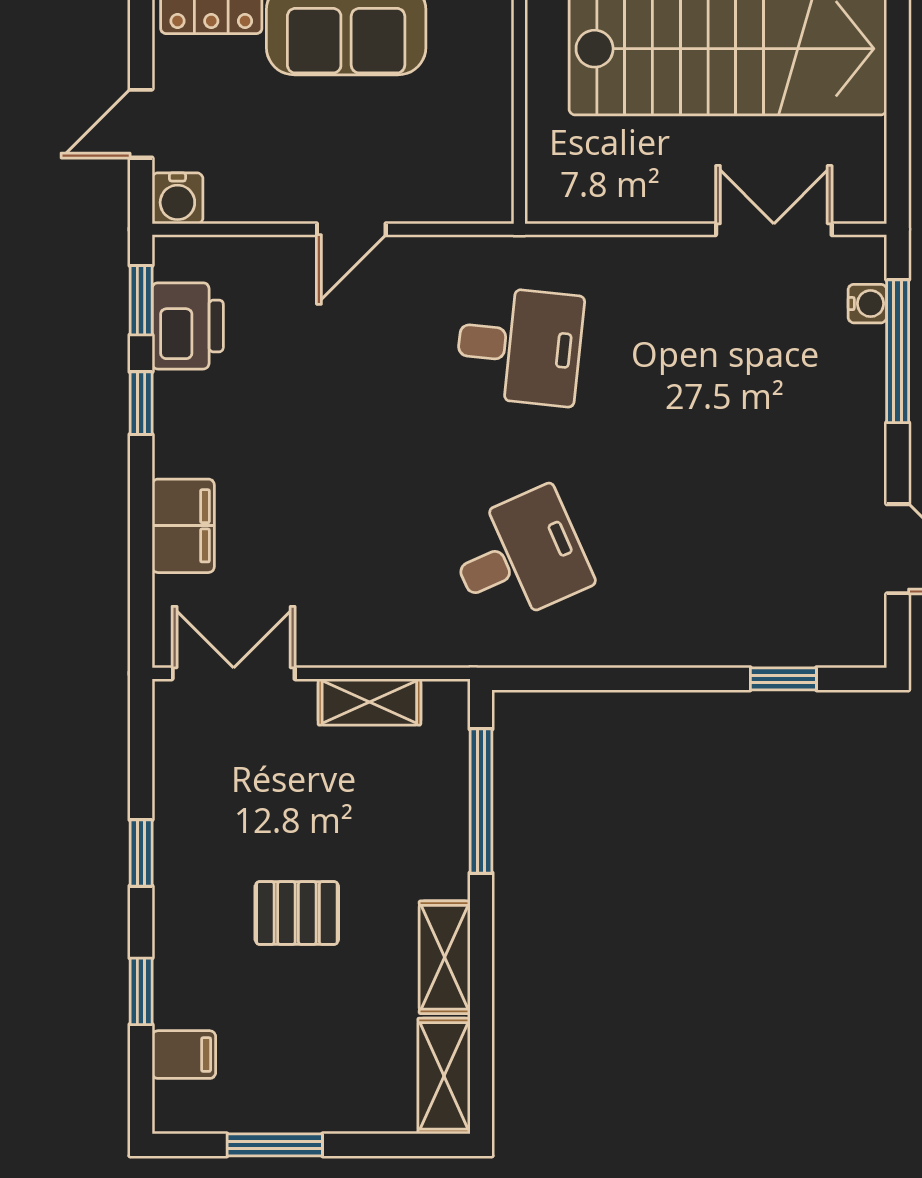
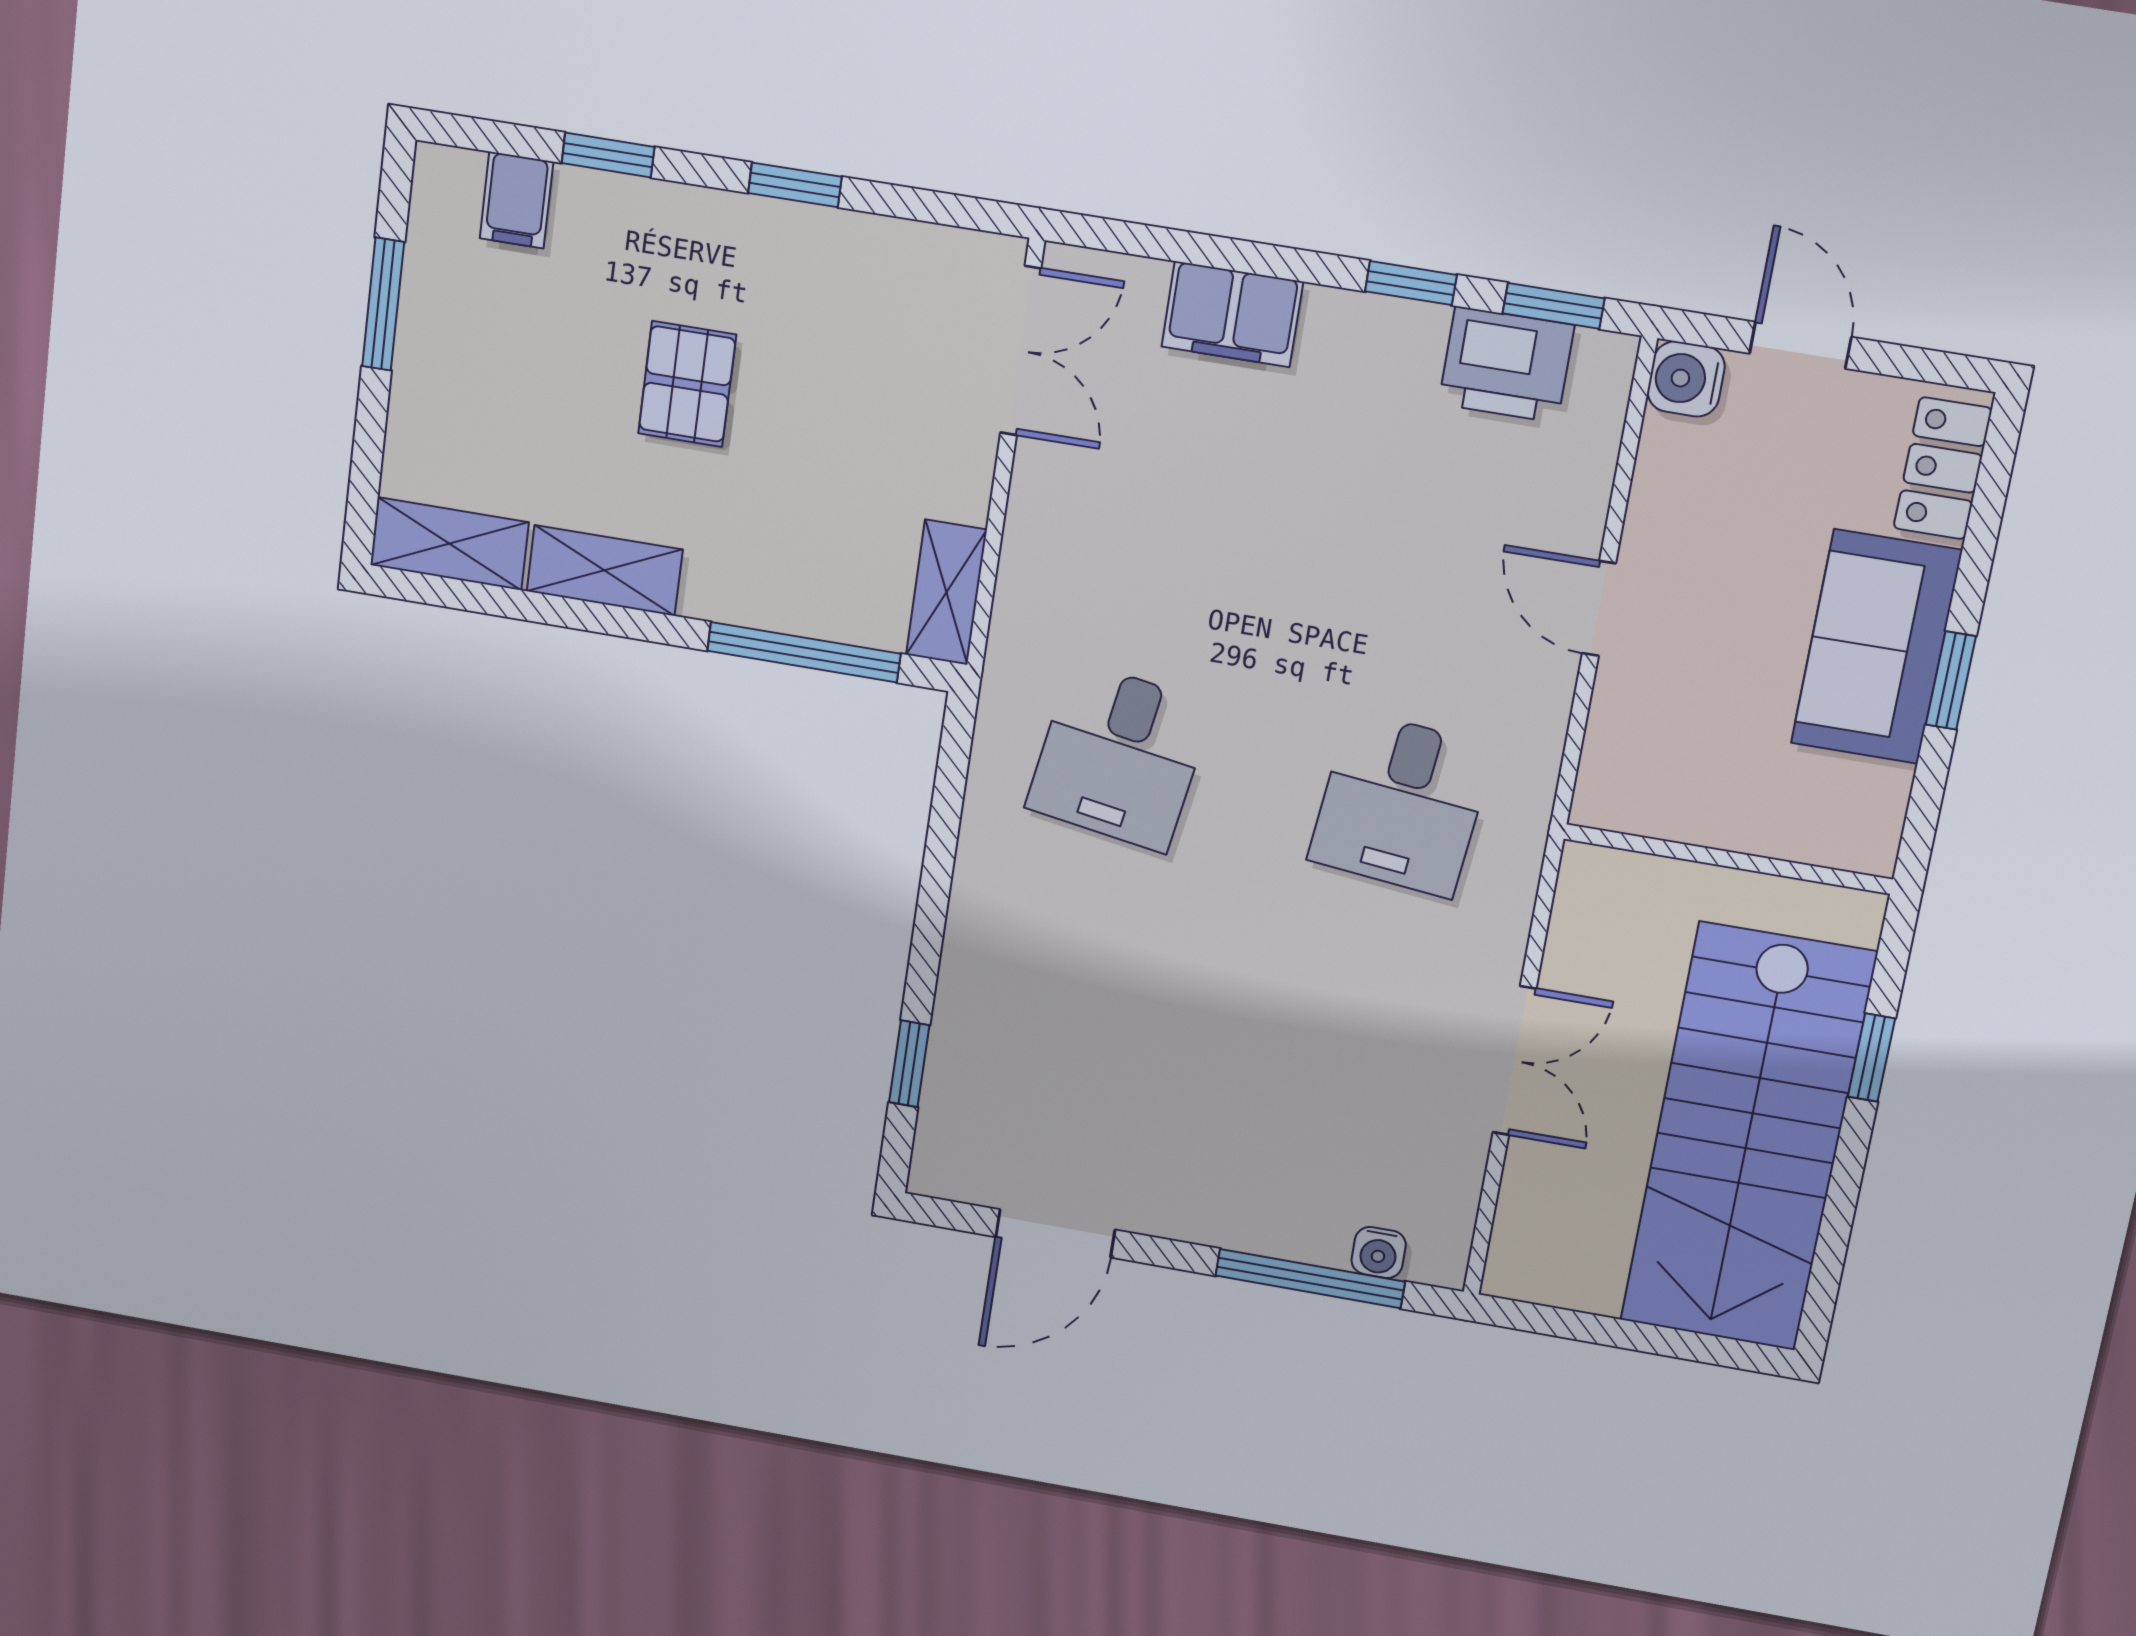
double door: (774, 229) -> (1514, 1061), moved
desk: (519, 557) -> (1119, 756), turned 33
shelving: (369, 702) -> (946, 592), moved

